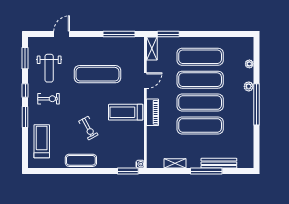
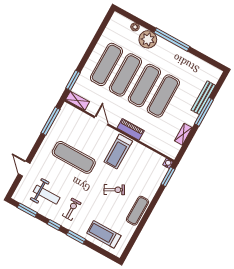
exercise mat: (97, 74) -> (74, 157), turned 90
plant: (249, 86) -> (148, 39), width x1.88, depth x1.88

